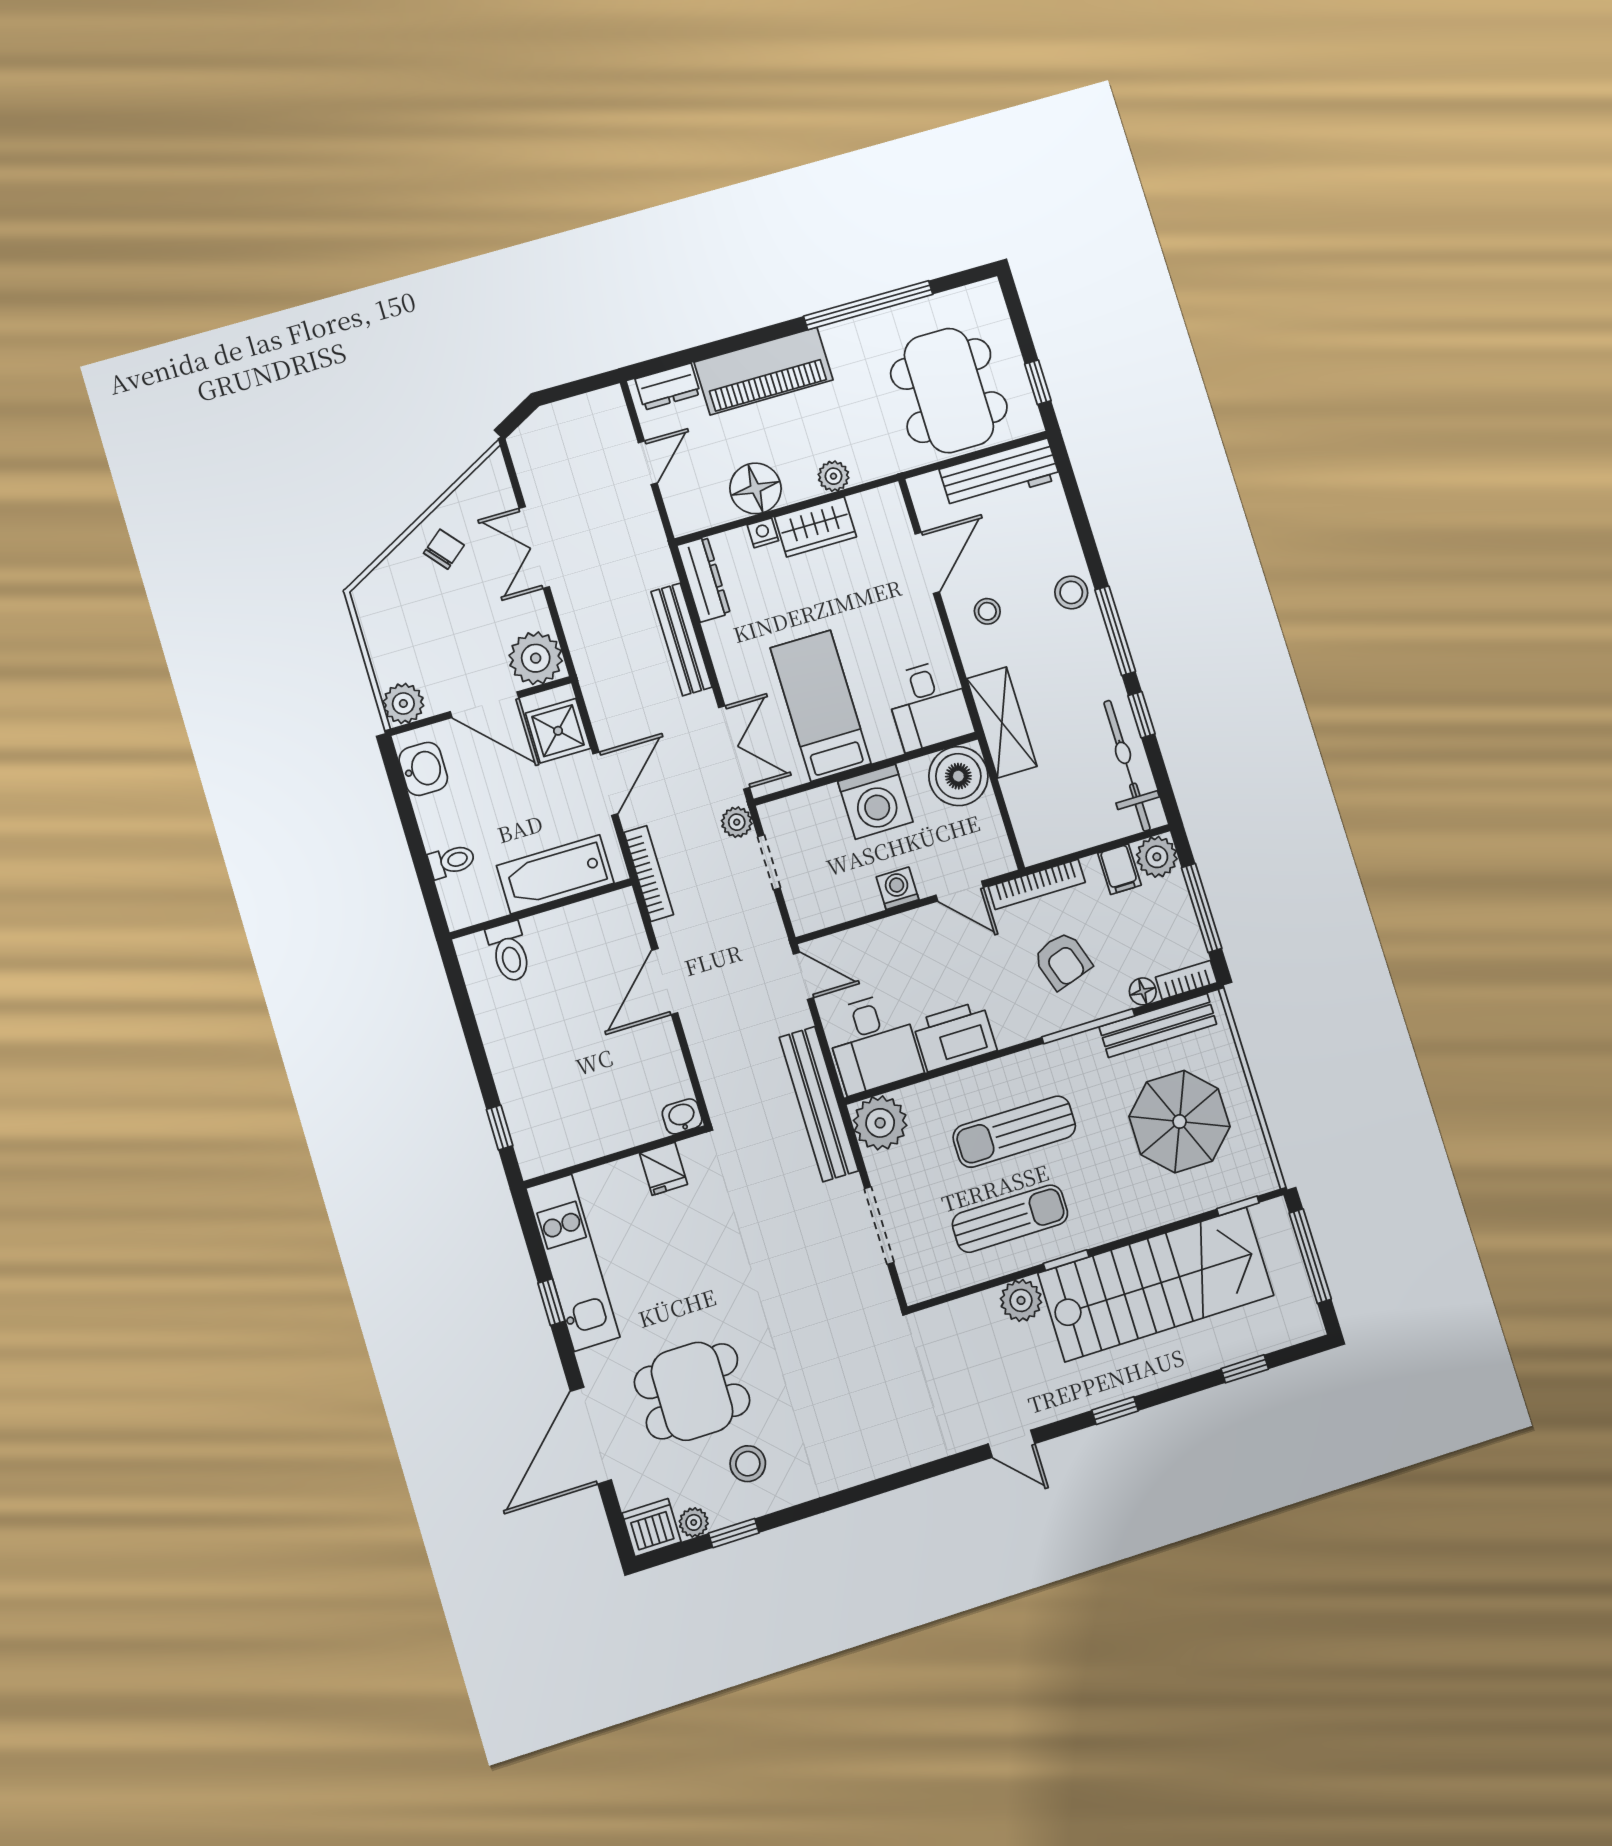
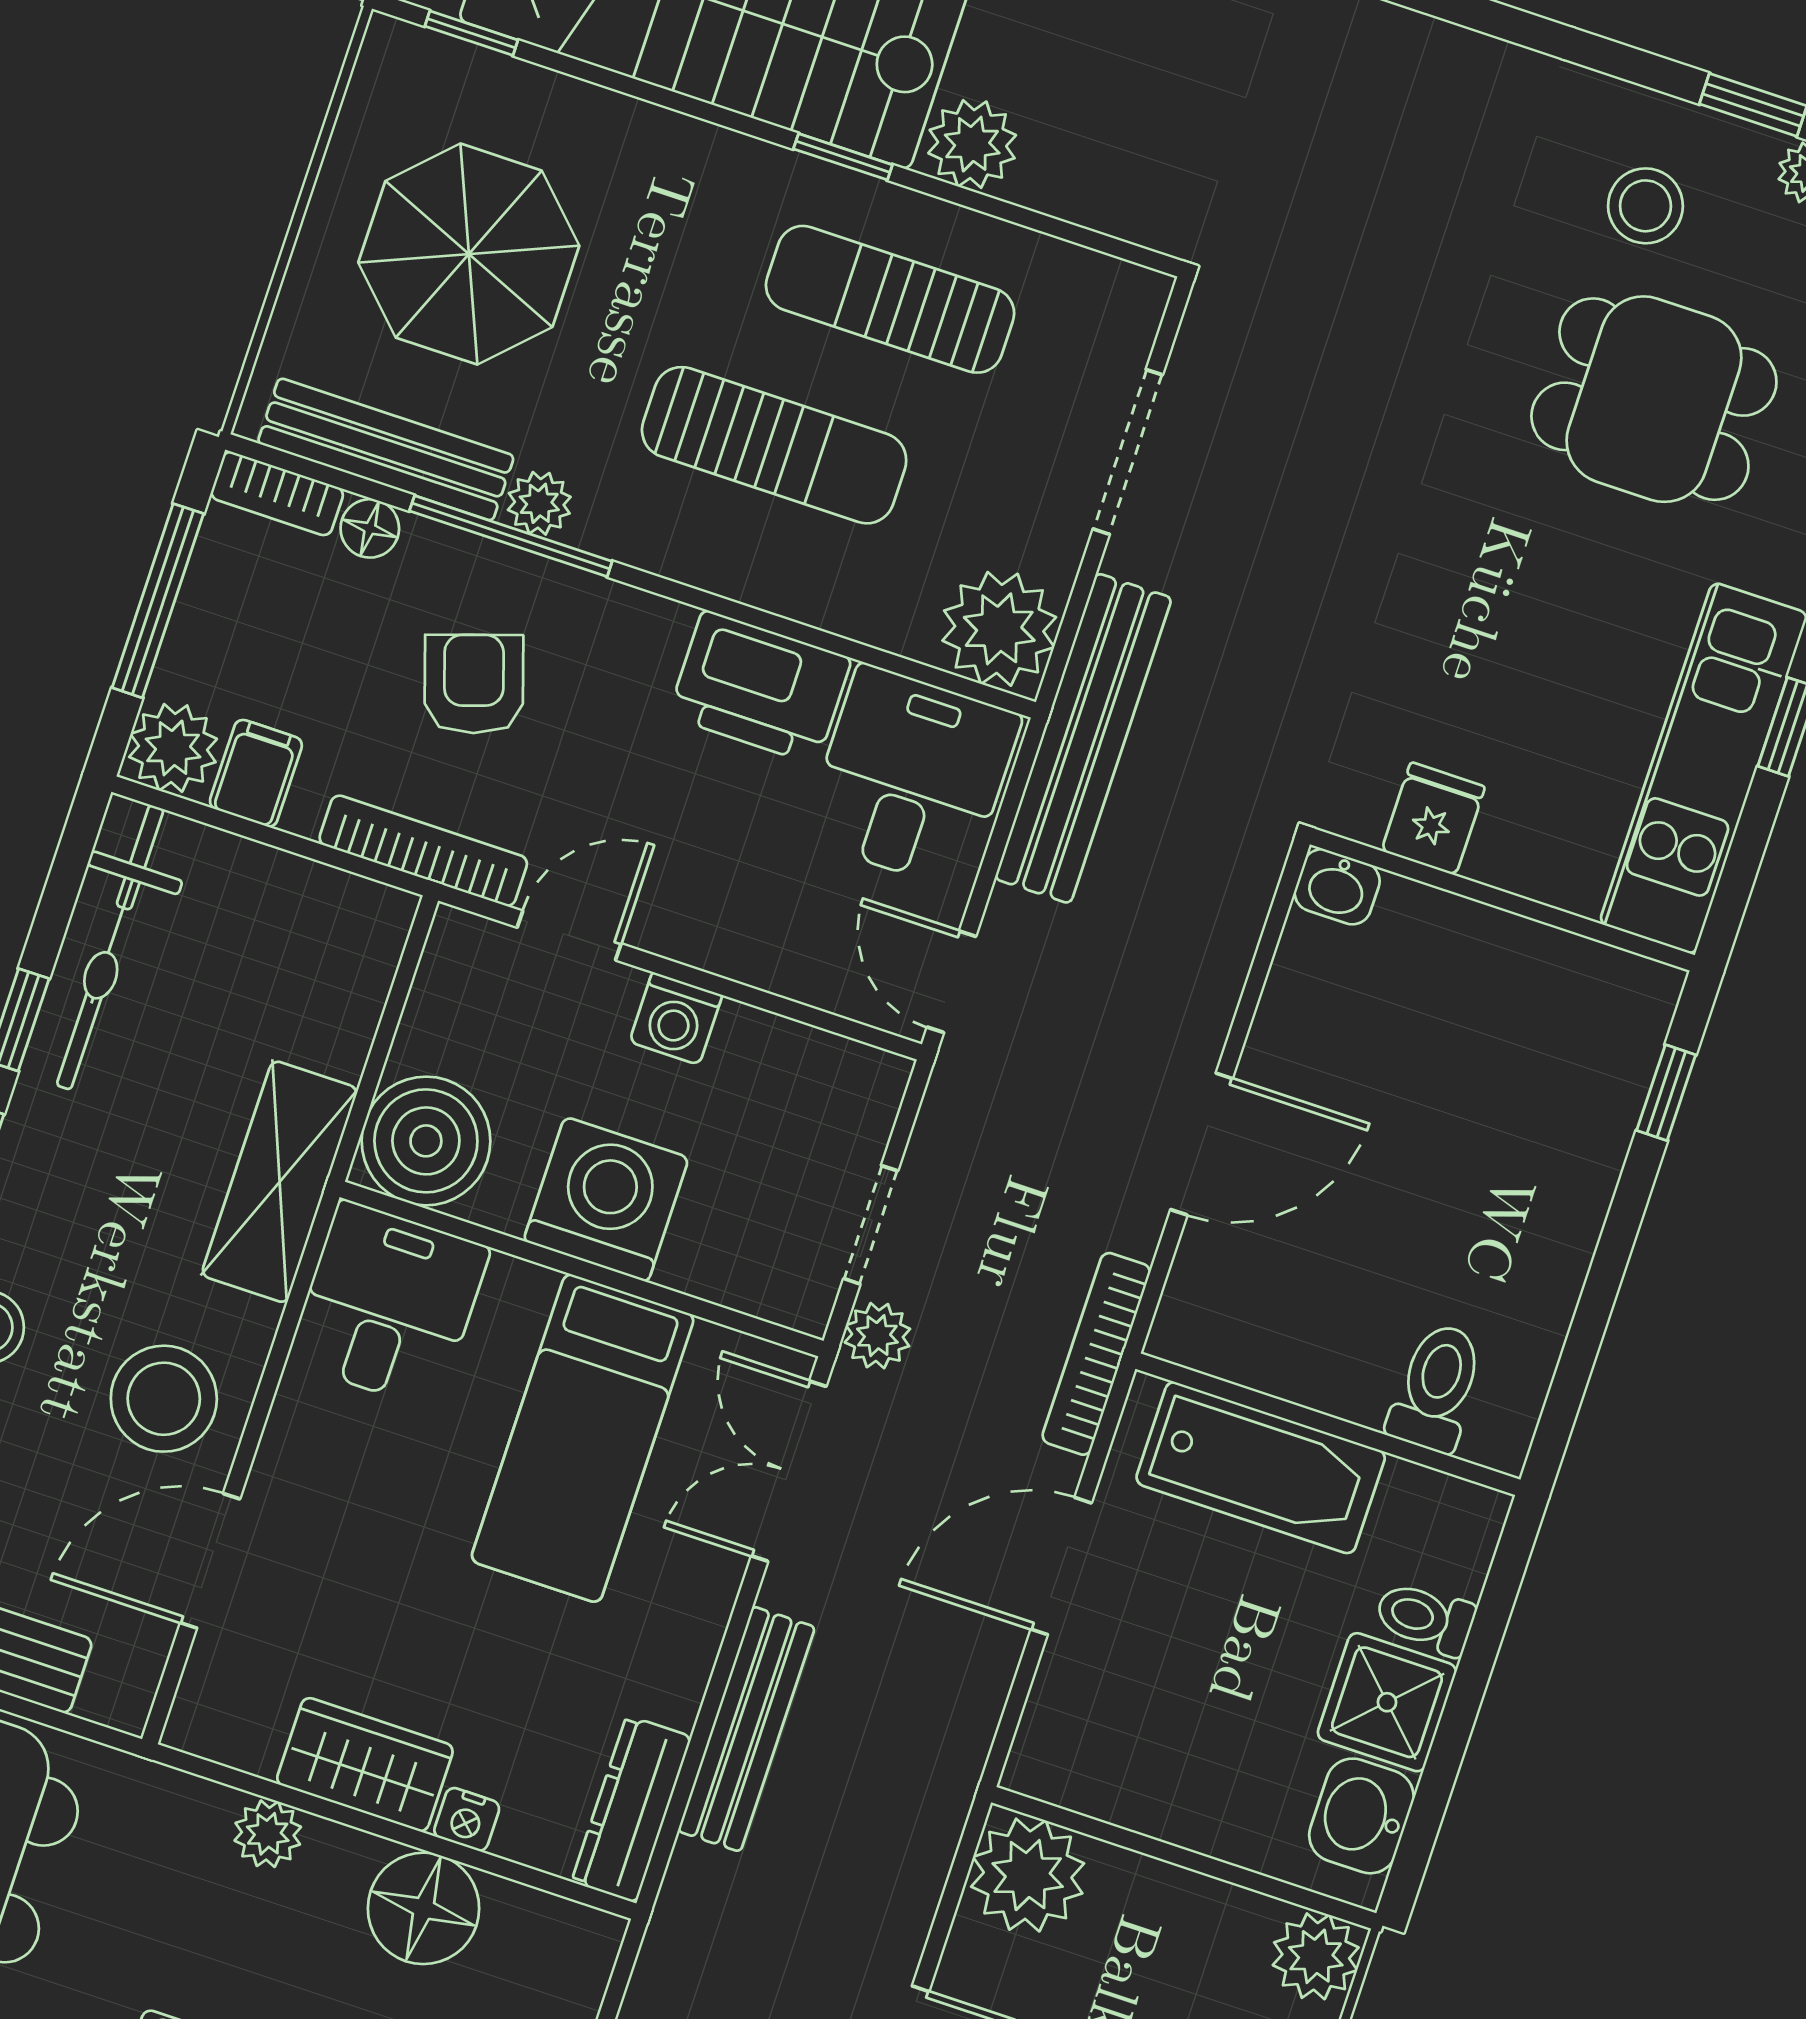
stool: (987, 611) -> (164, 1399), width x1.89, depth x1.89
door: (485, 705) -> (1175, 1855), removed
shower: (558, 731) -> (1387, 1702), moved
door: (960, 891) -> (569, 935), hinge flipped
plant: (1086, 1046) -> (539, 503), added

